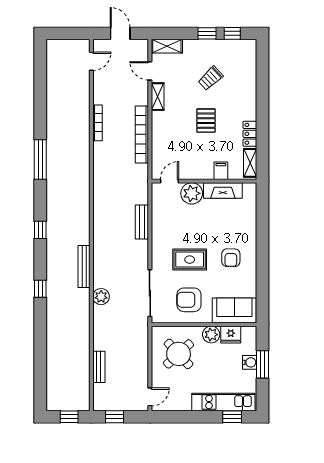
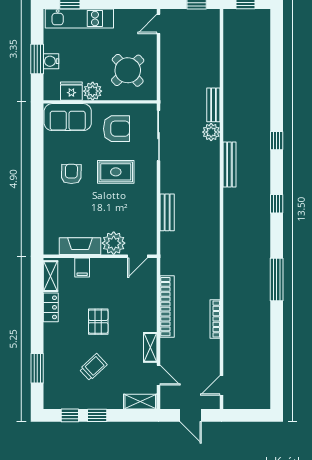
window: (263, 77) -> (37, 368), added
bench: (99, 367) -> (213, 105), moved

